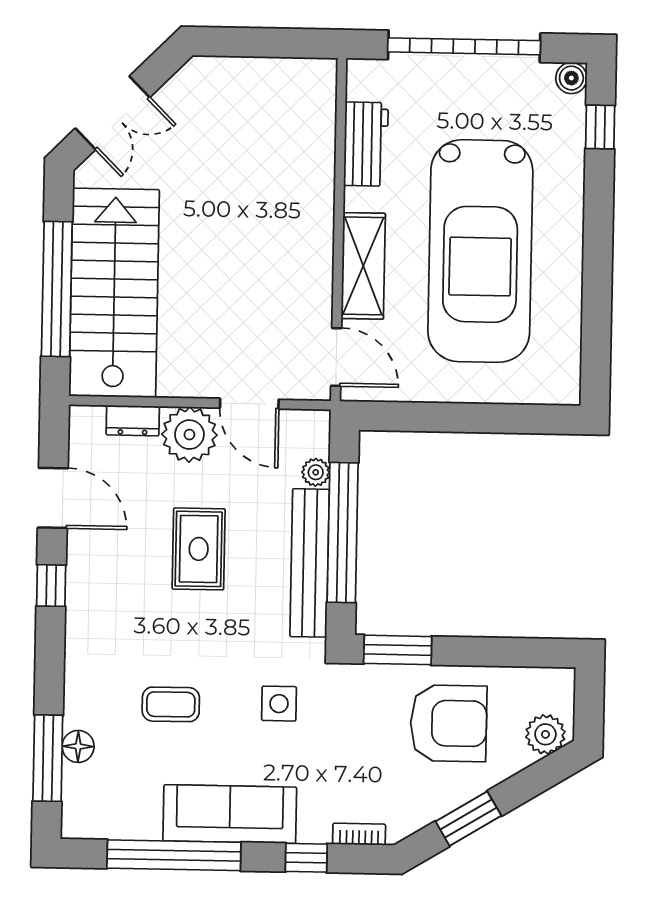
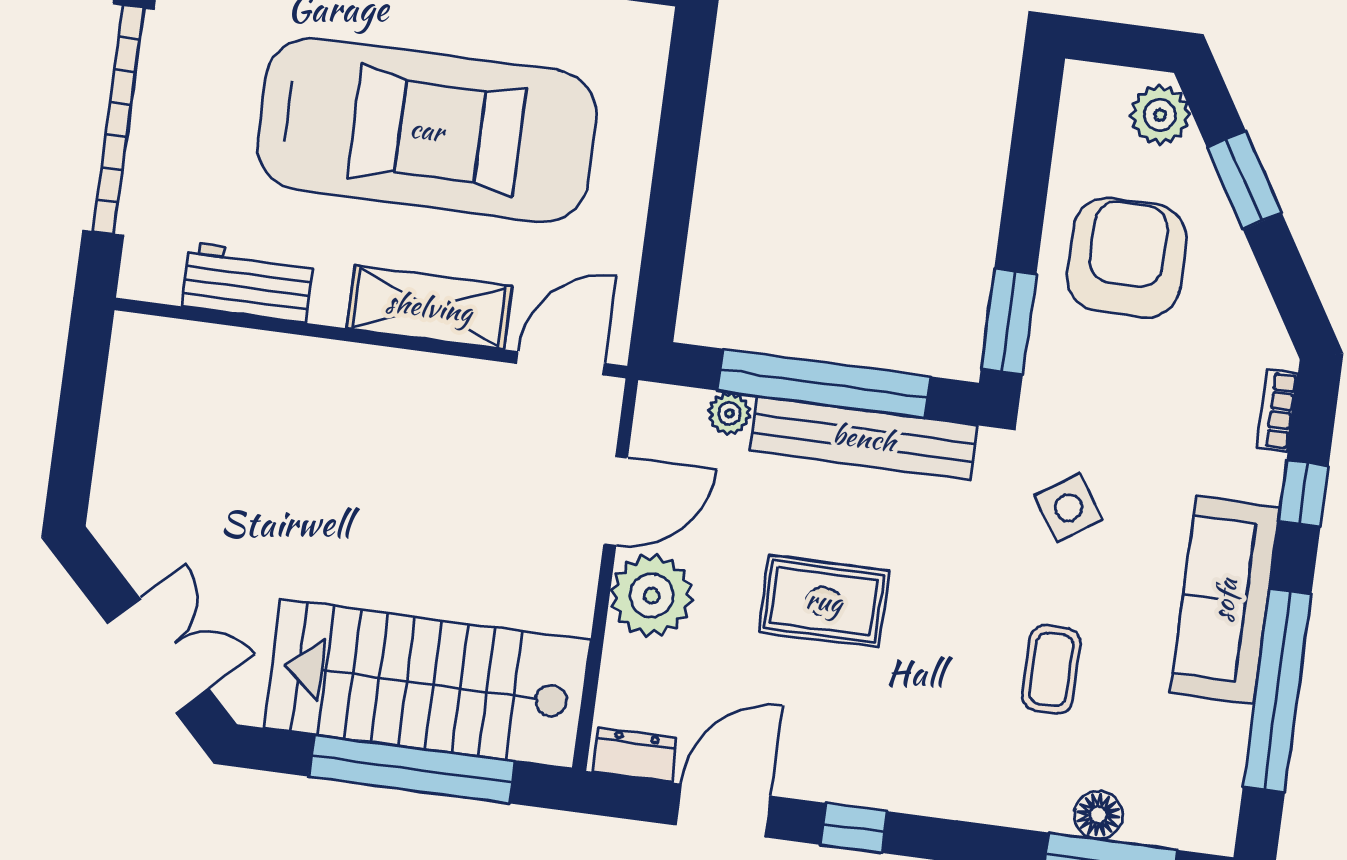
dresser: (133, 421) -> (635, 755), moved, turned -90
side table: (279, 704) -> (1069, 508), turned -34
window: (468, 819) -> (1244, 180), moved

